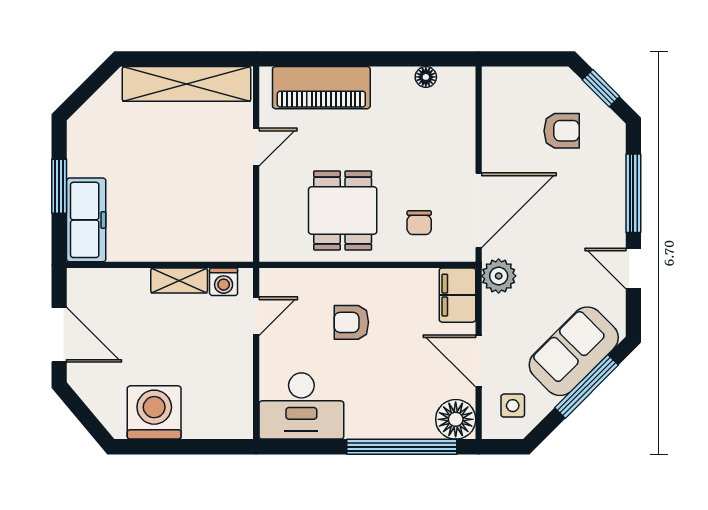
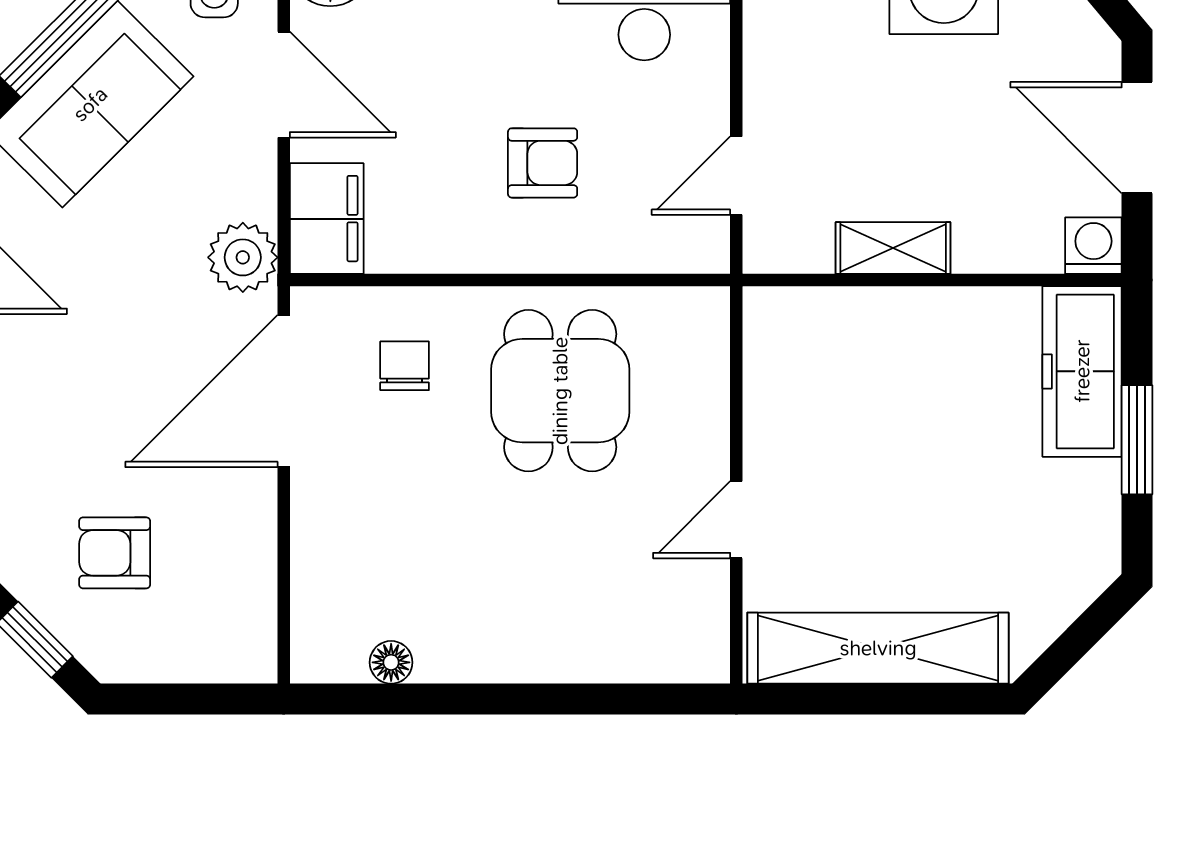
piano: (321, 88) -> (604, 641), removed
washing machine: (224, 282) -> (1093, 246), moved

